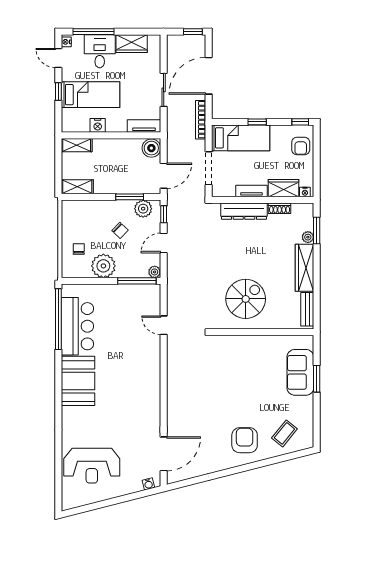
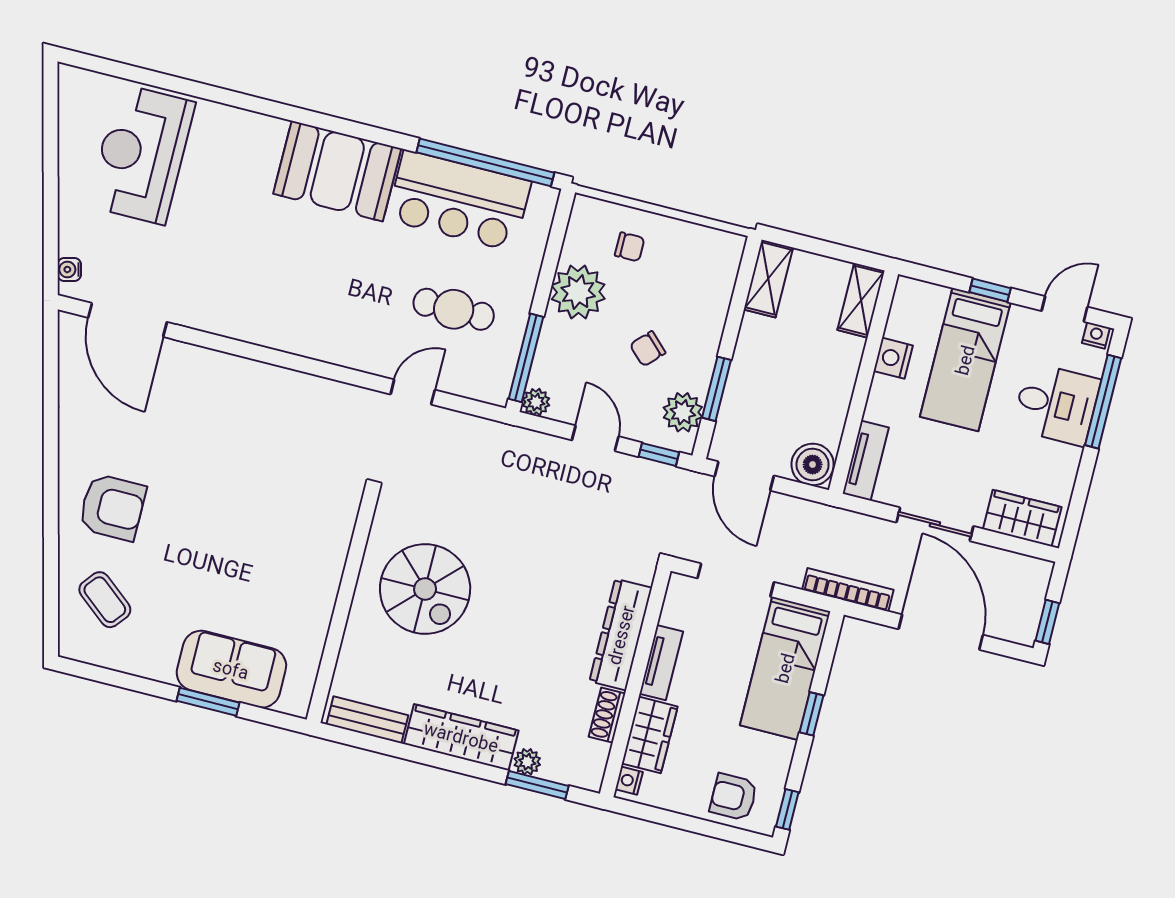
wardrobe: (132, 44) -> (1022, 518), moved, turned 90
cafe table: (124, 317) -> (454, 309), added

